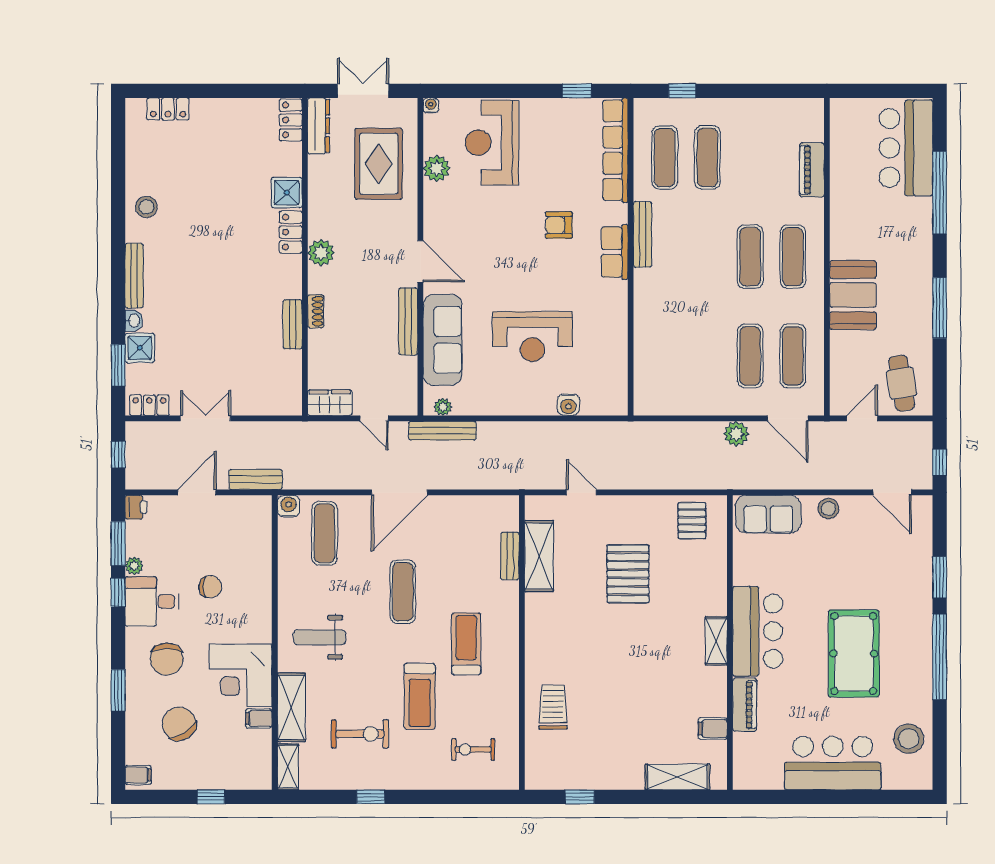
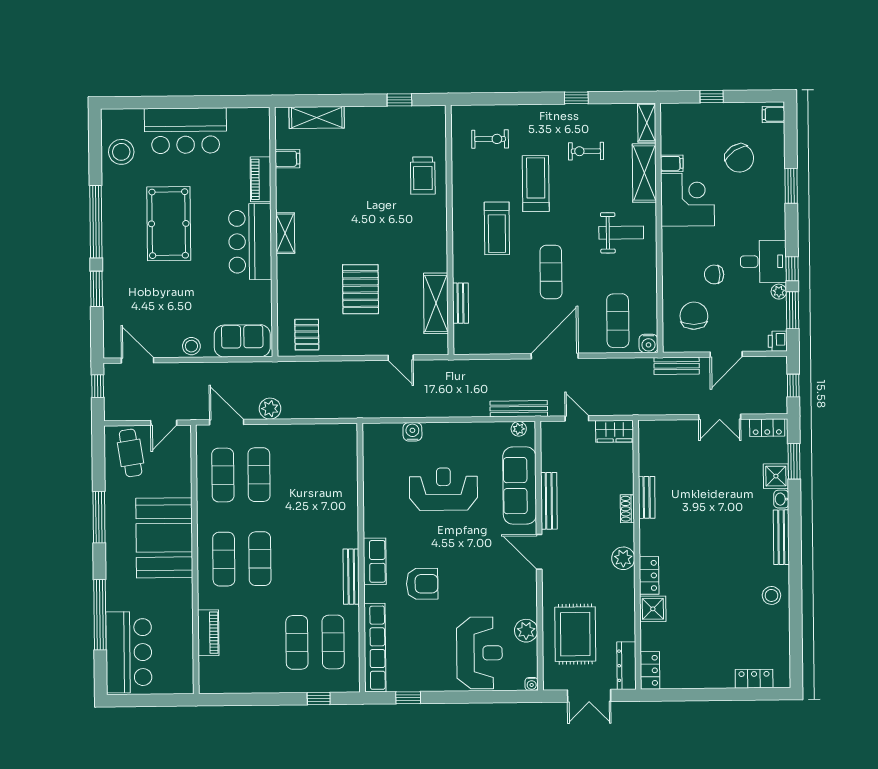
armchair: (559, 225) -> (422, 584), width x1.38, depth x1.38
booth: (853, 295) -> (164, 538), width x1.36, depth x1.42
chair: (167, 659) -> (694, 316), moved
exercise bike: (360, 734) -> (586, 151), width x0.73, depth x0.72

